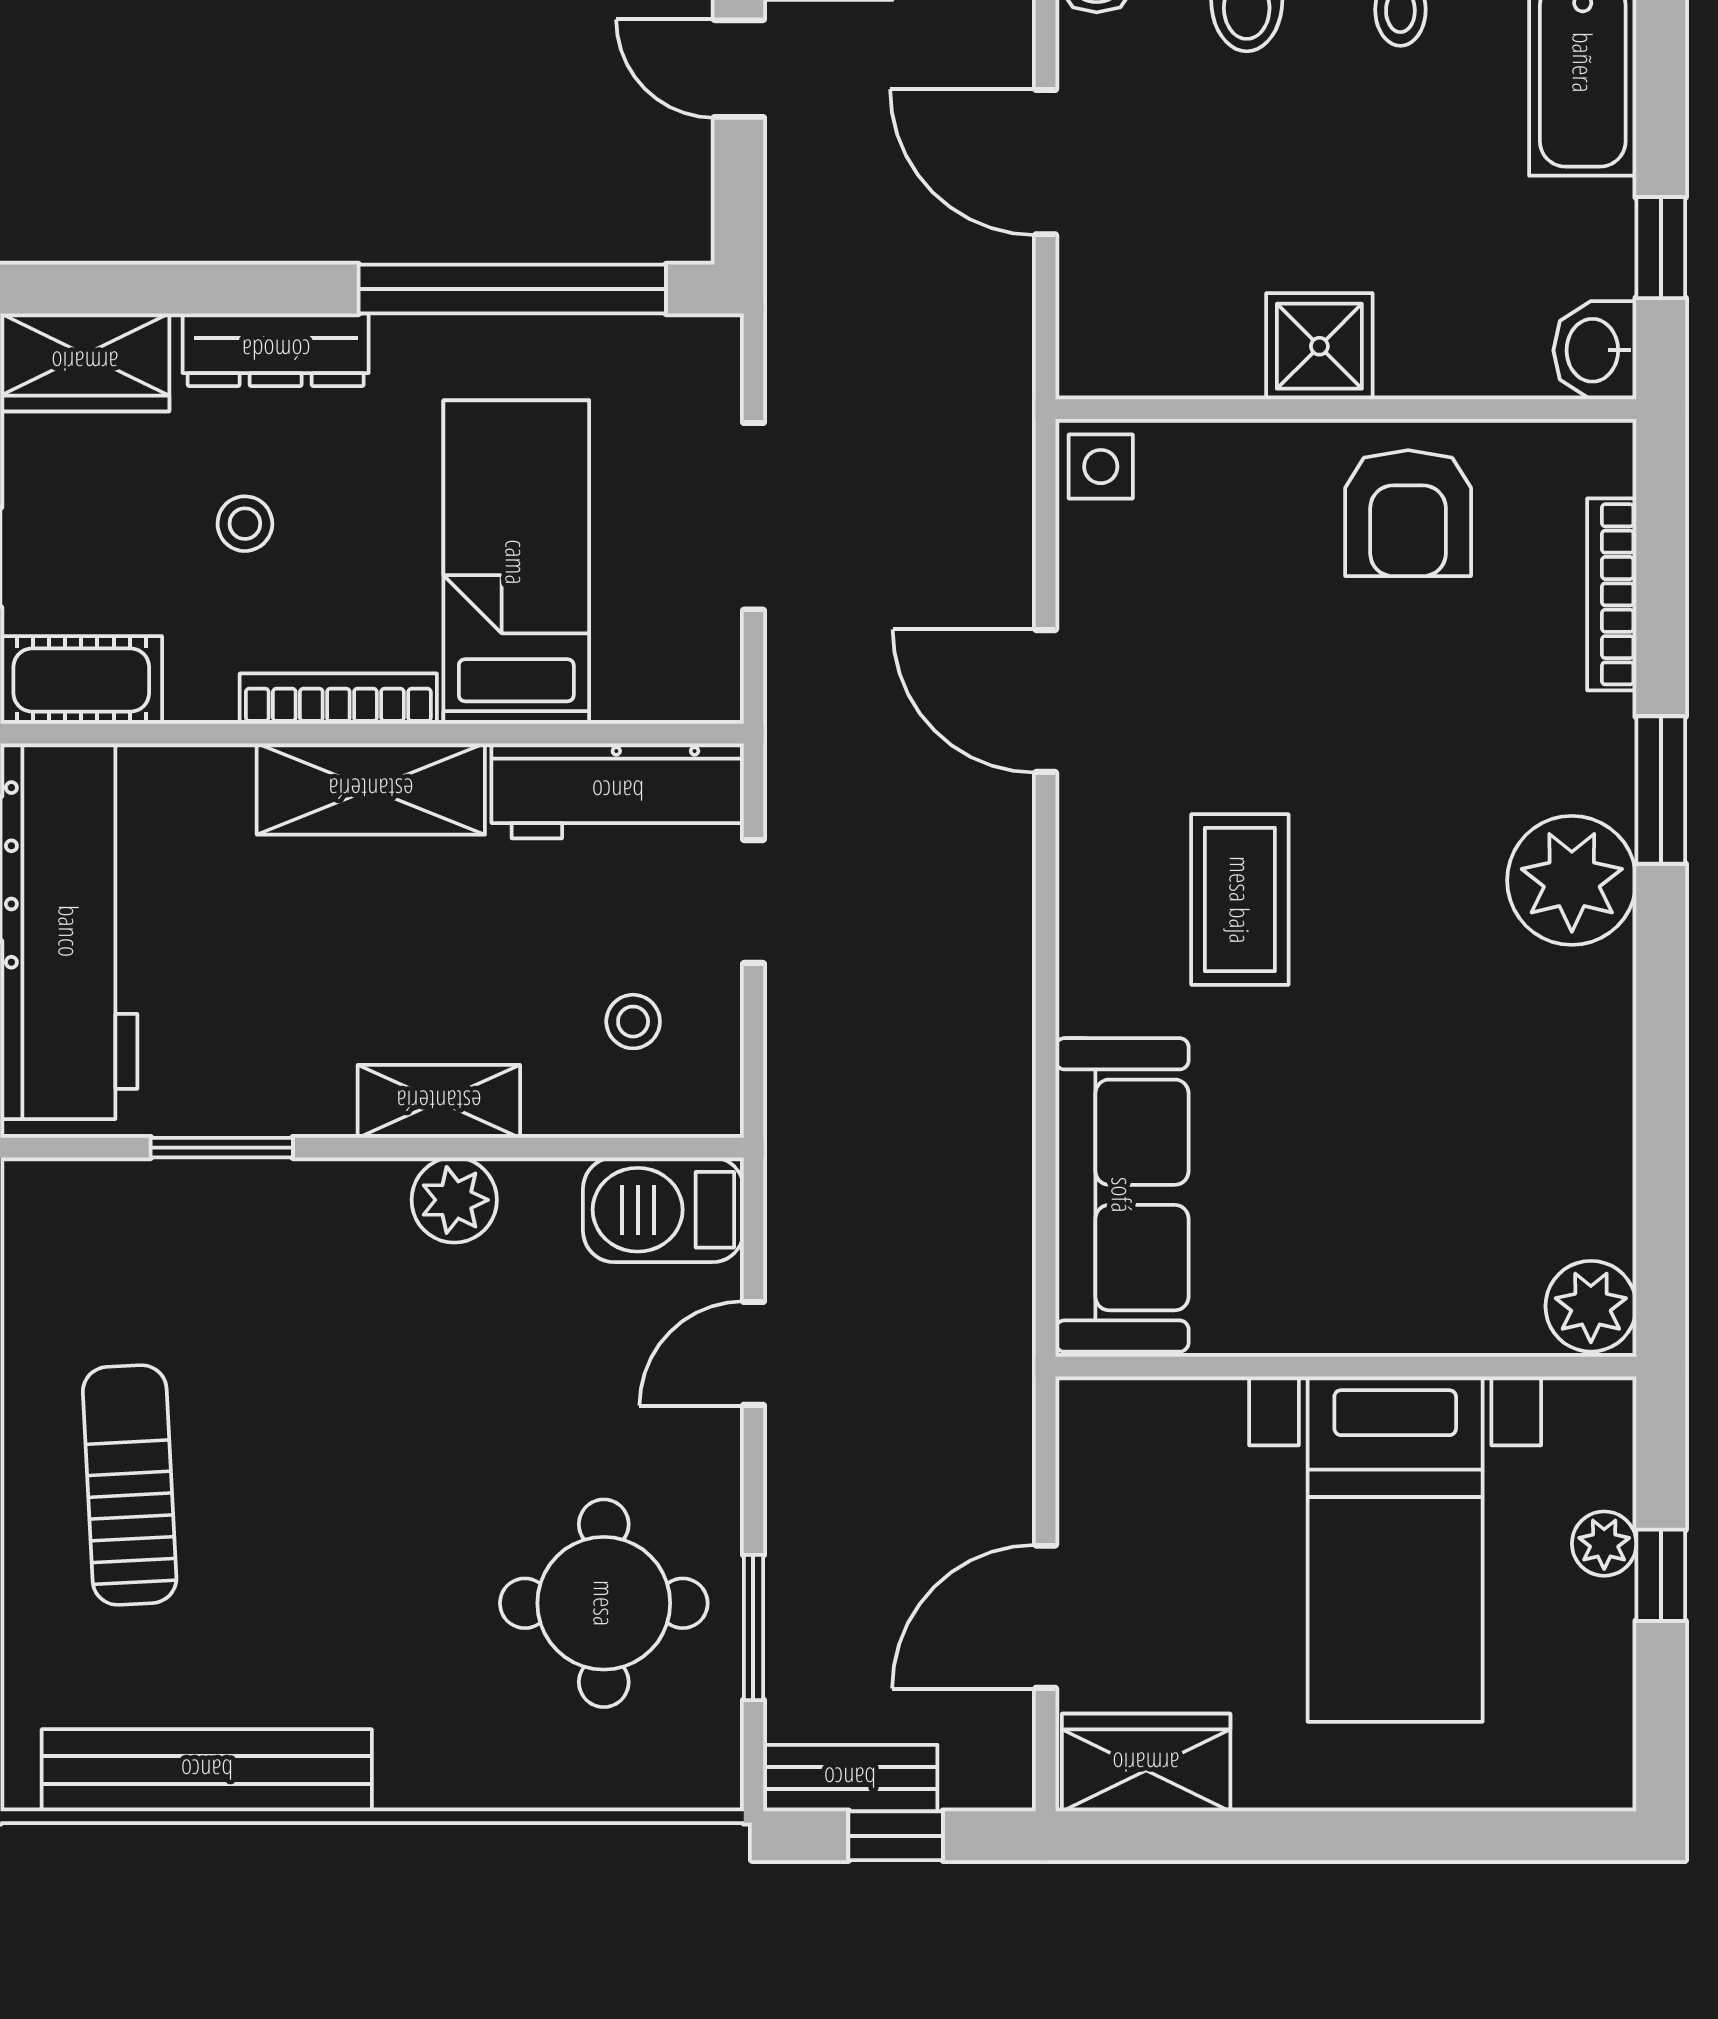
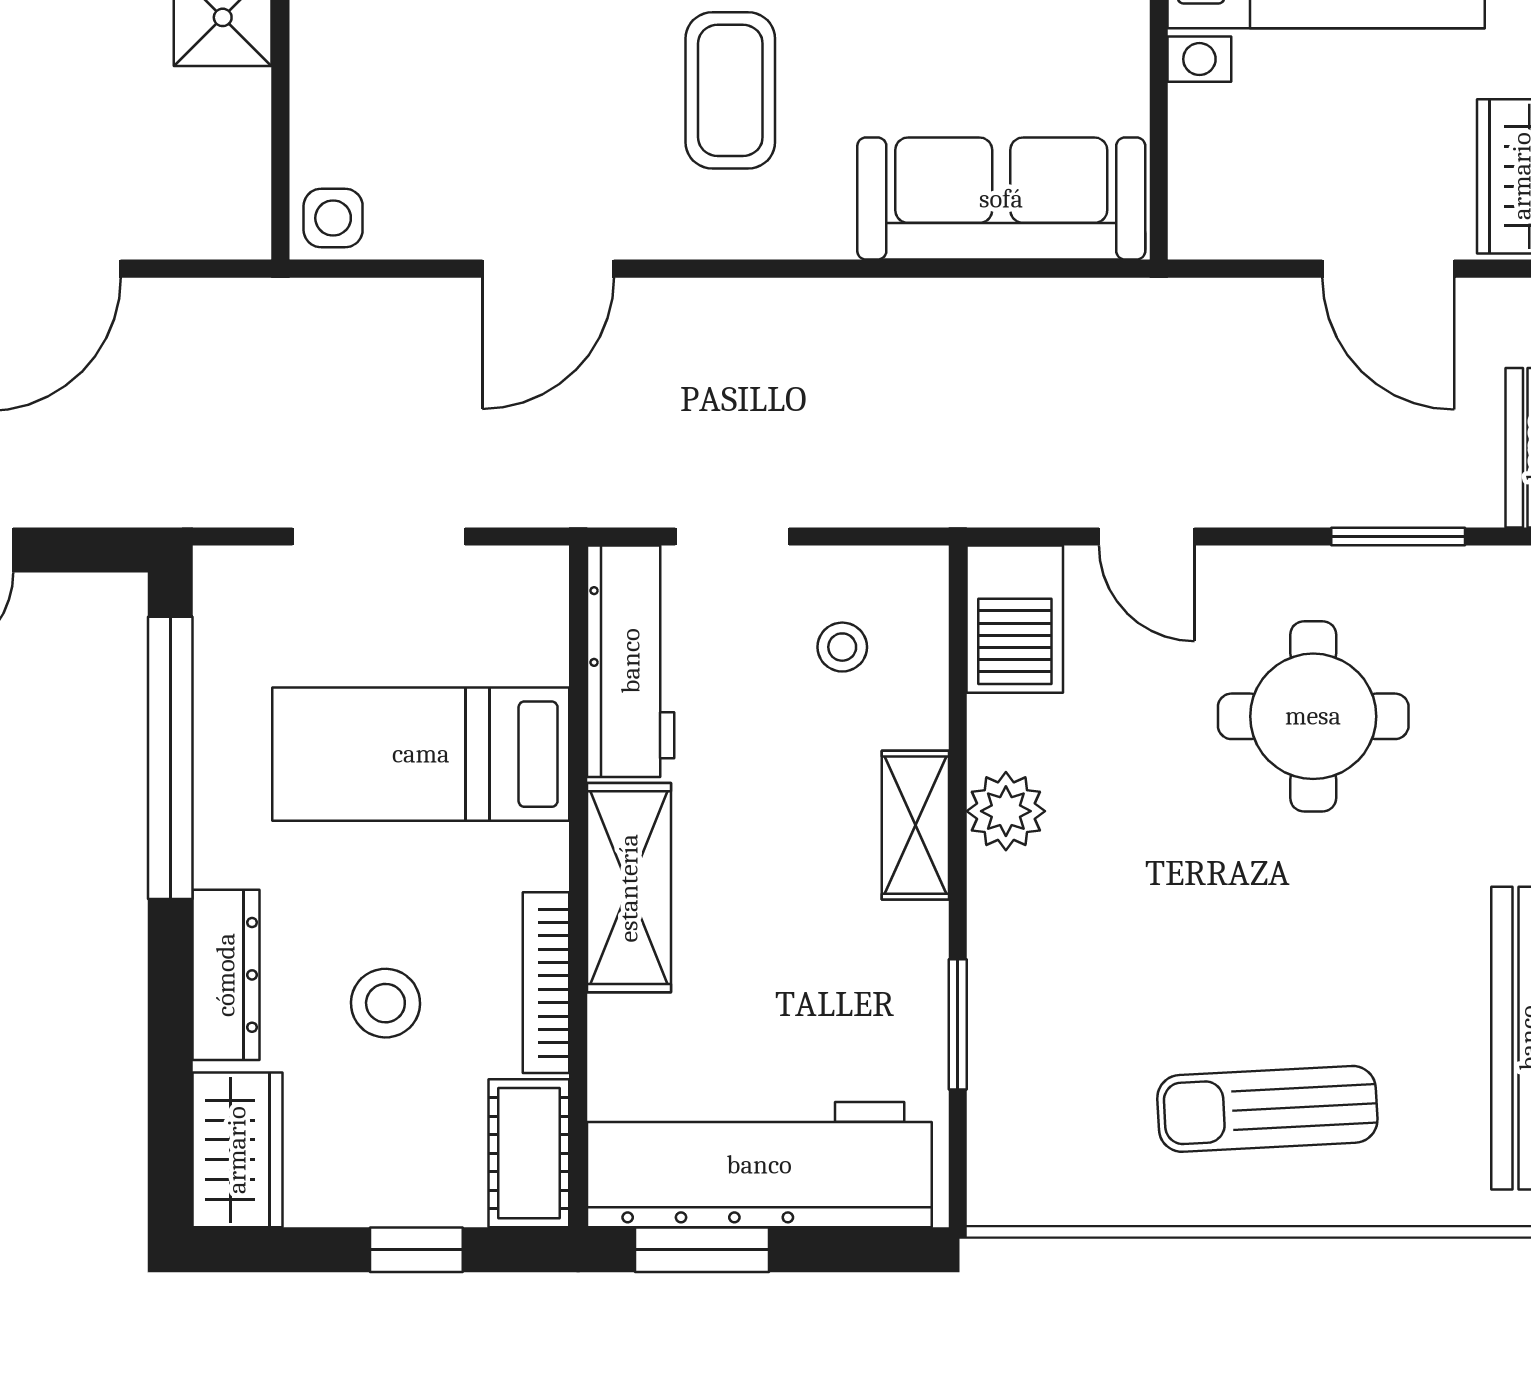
stool: (245, 524) -> (385, 1003), width x1.37, depth x1.37
bookcase: (338, 699) -> (546, 983), moved
coffee table: (1240, 900) -> (730, 90), turned 90
round table: (604, 1603) -> (1313, 716), moved

